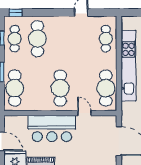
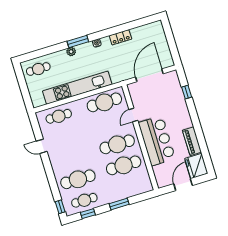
cafe table: (15, 88) -> (124, 165), moved

